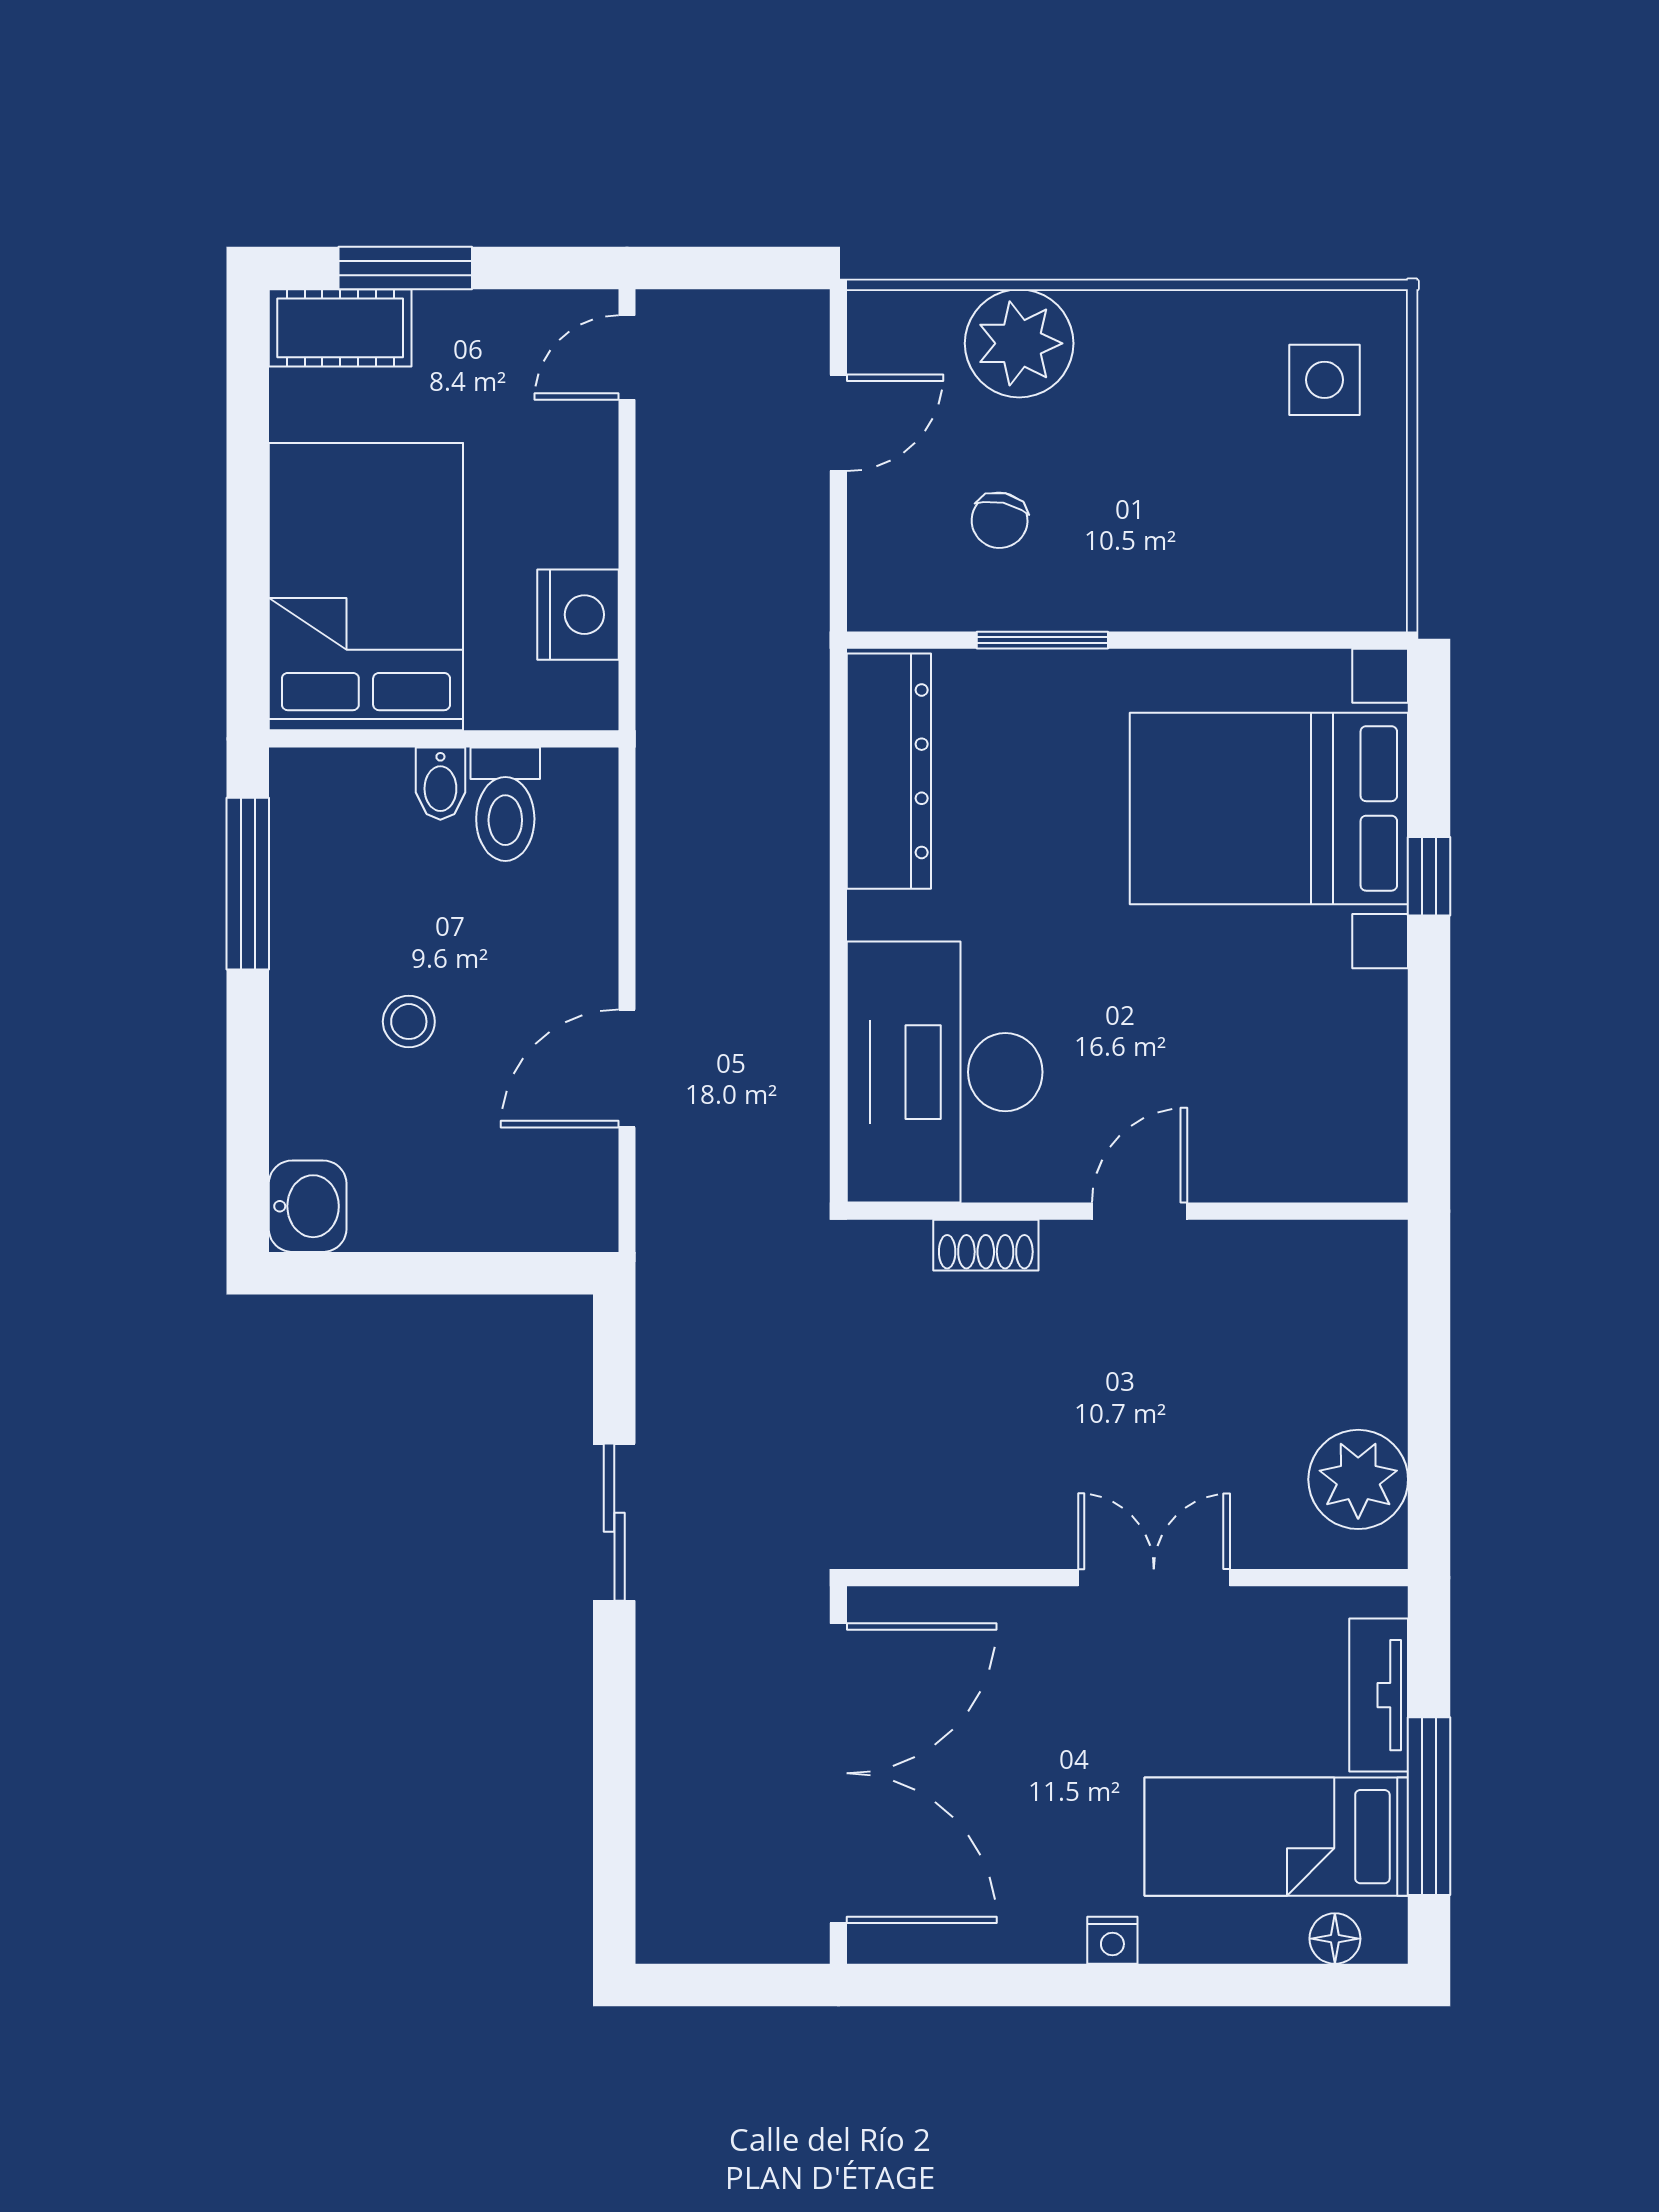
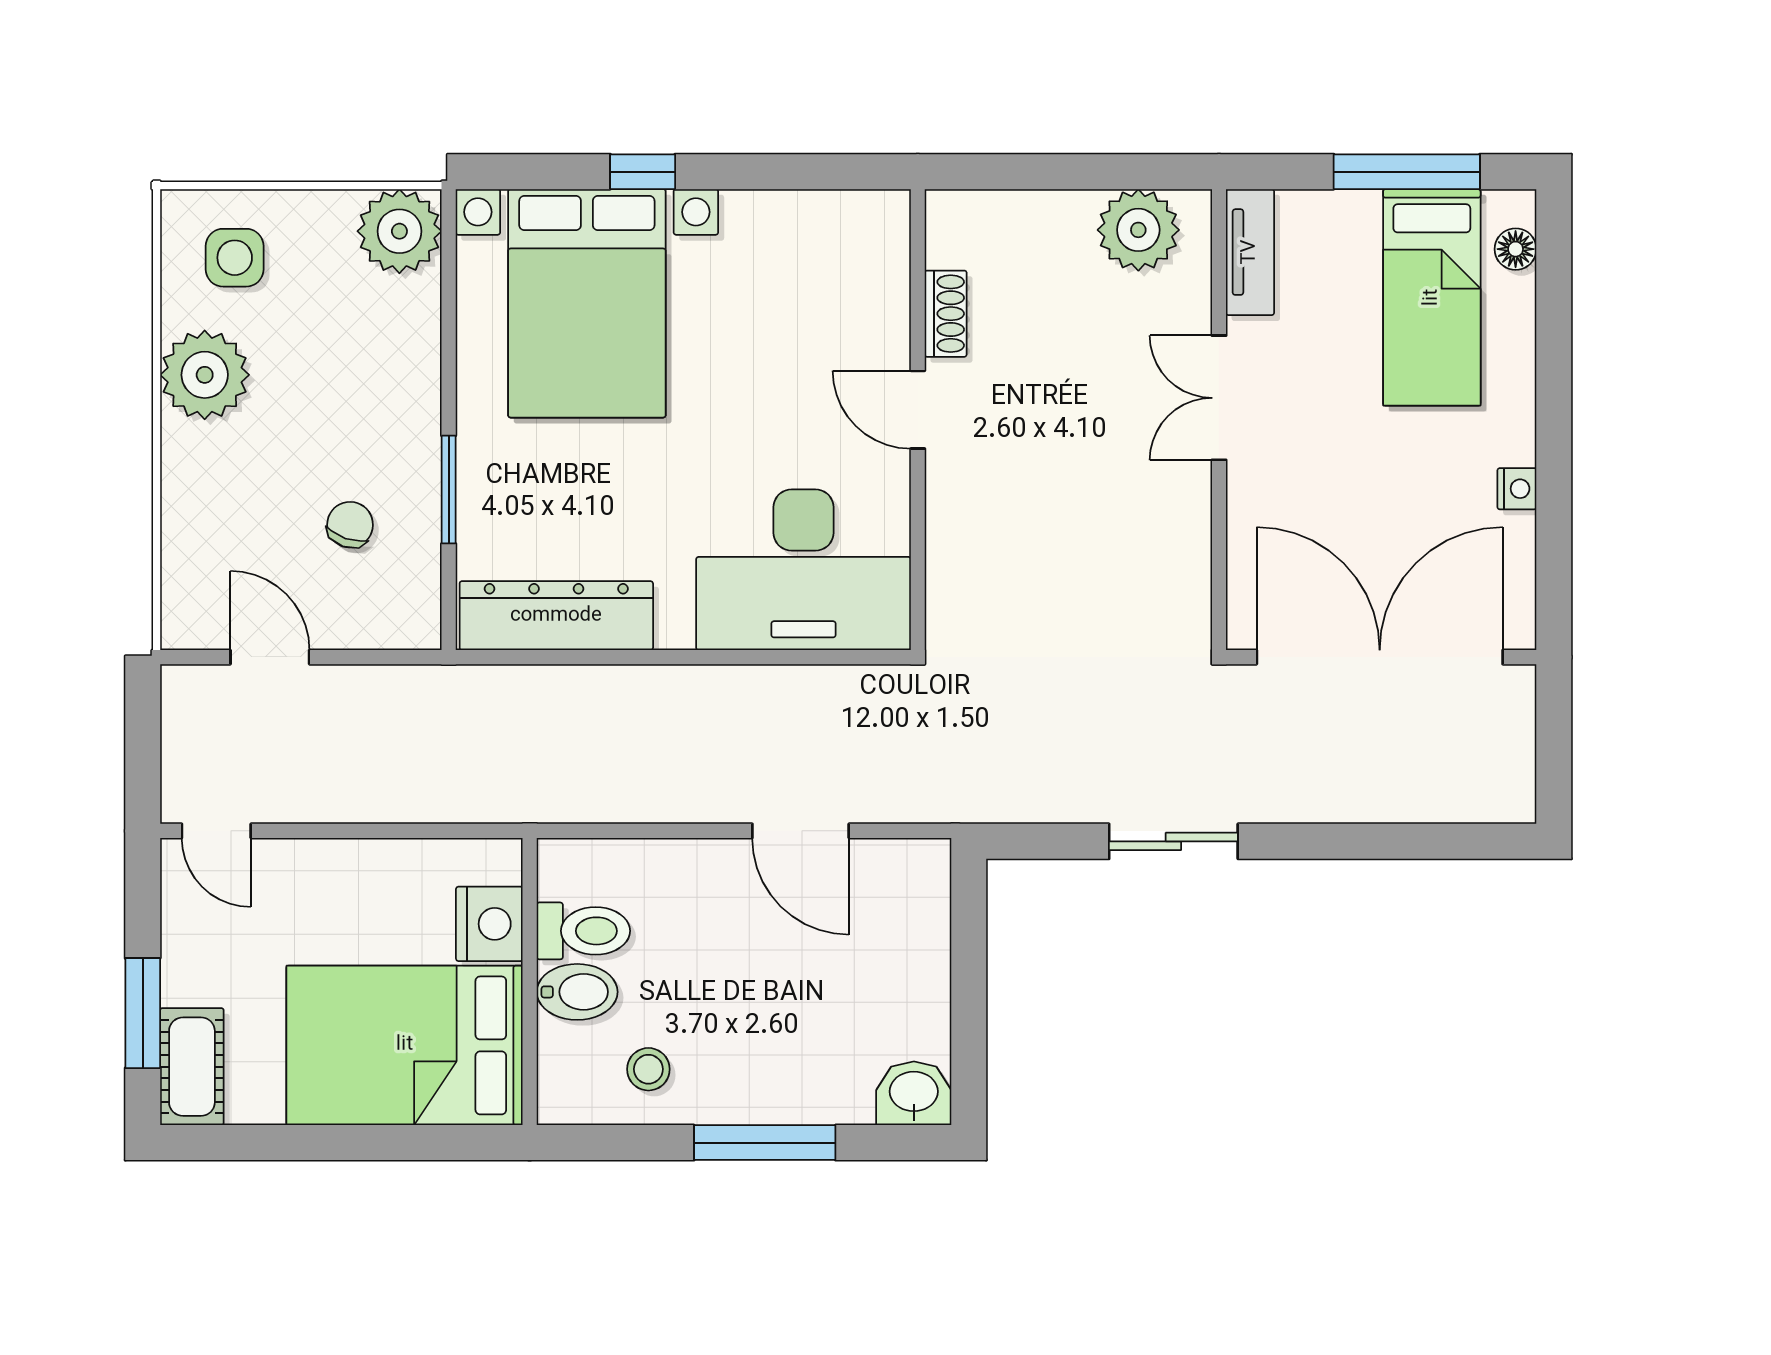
plant: (1019, 343) -> (205, 375), moved
chair: (1000, 520) -> (350, 525), turned -83
plant: (1357, 580) -> (399, 231), added
nightstand: (578, 615) -> (489, 924), moved, turned 90
bidet: (440, 784) -> (577, 992), width x1.38, depth x1.36
window: (248, 884) -> (765, 1143), moved
stool: (409, 1022) -> (648, 1069), moved
shoe rack: (986, 1245) -> (946, 314), moved
tv unit: (1379, 1695) -> (1250, 252), moved, turned -90
nightstand: (1112, 1940) -> (1517, 489), moved

